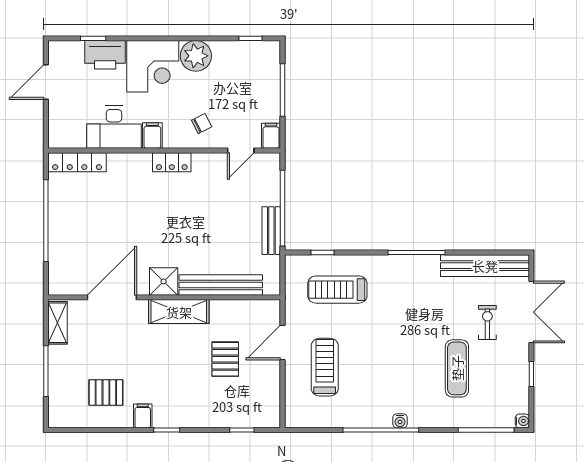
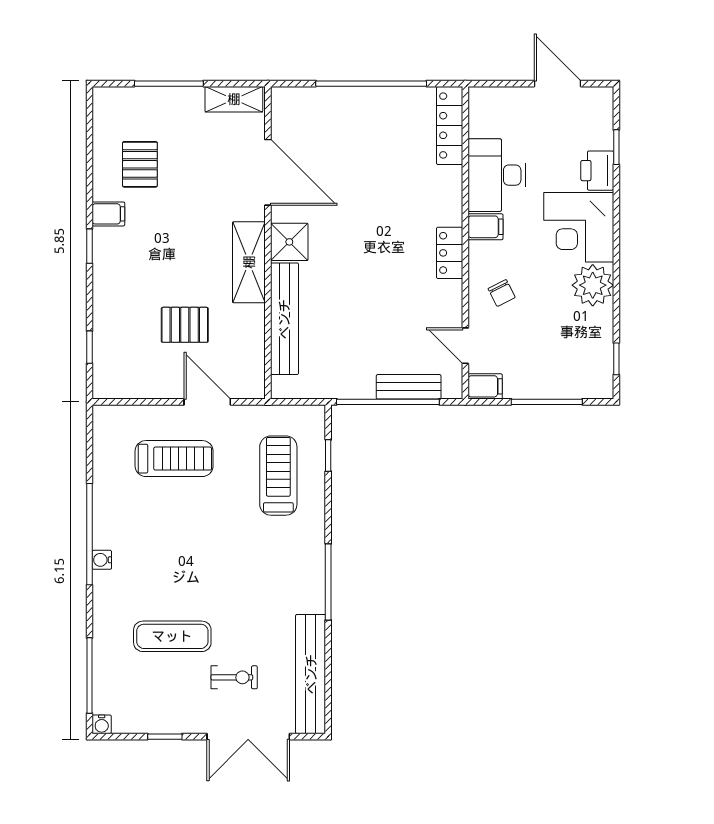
printer: (105, 55) -> (597, 171), width x0.73, depth x0.84
bench: (271, 231) -> (409, 387), moved

